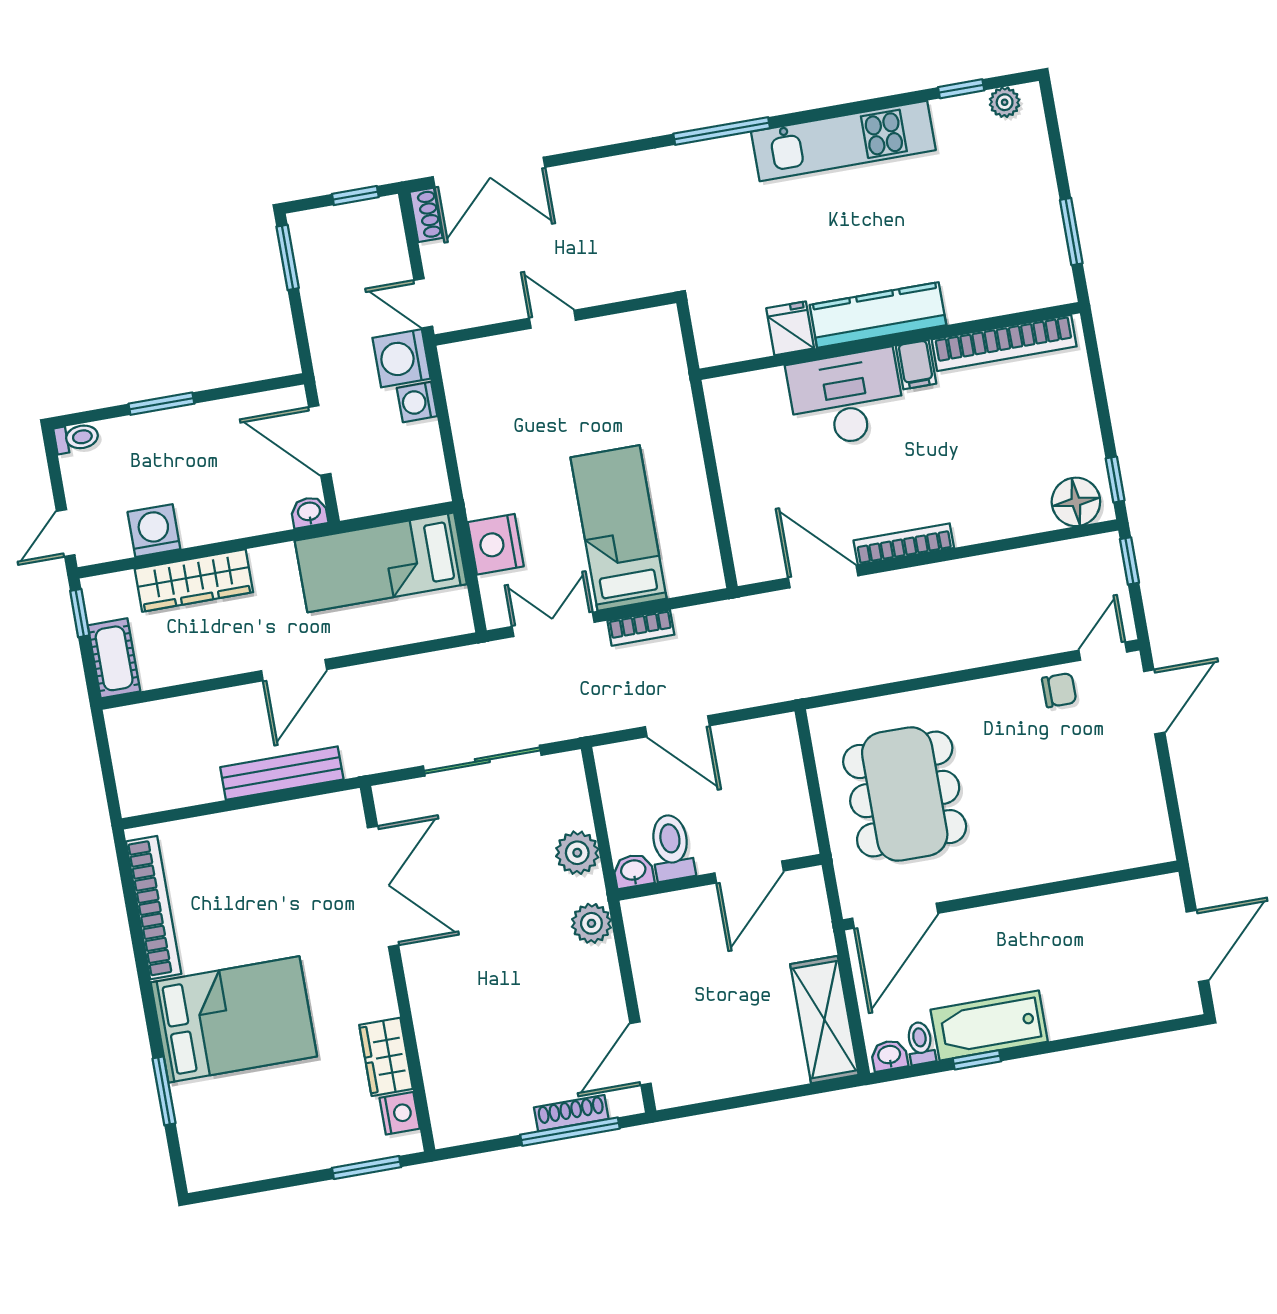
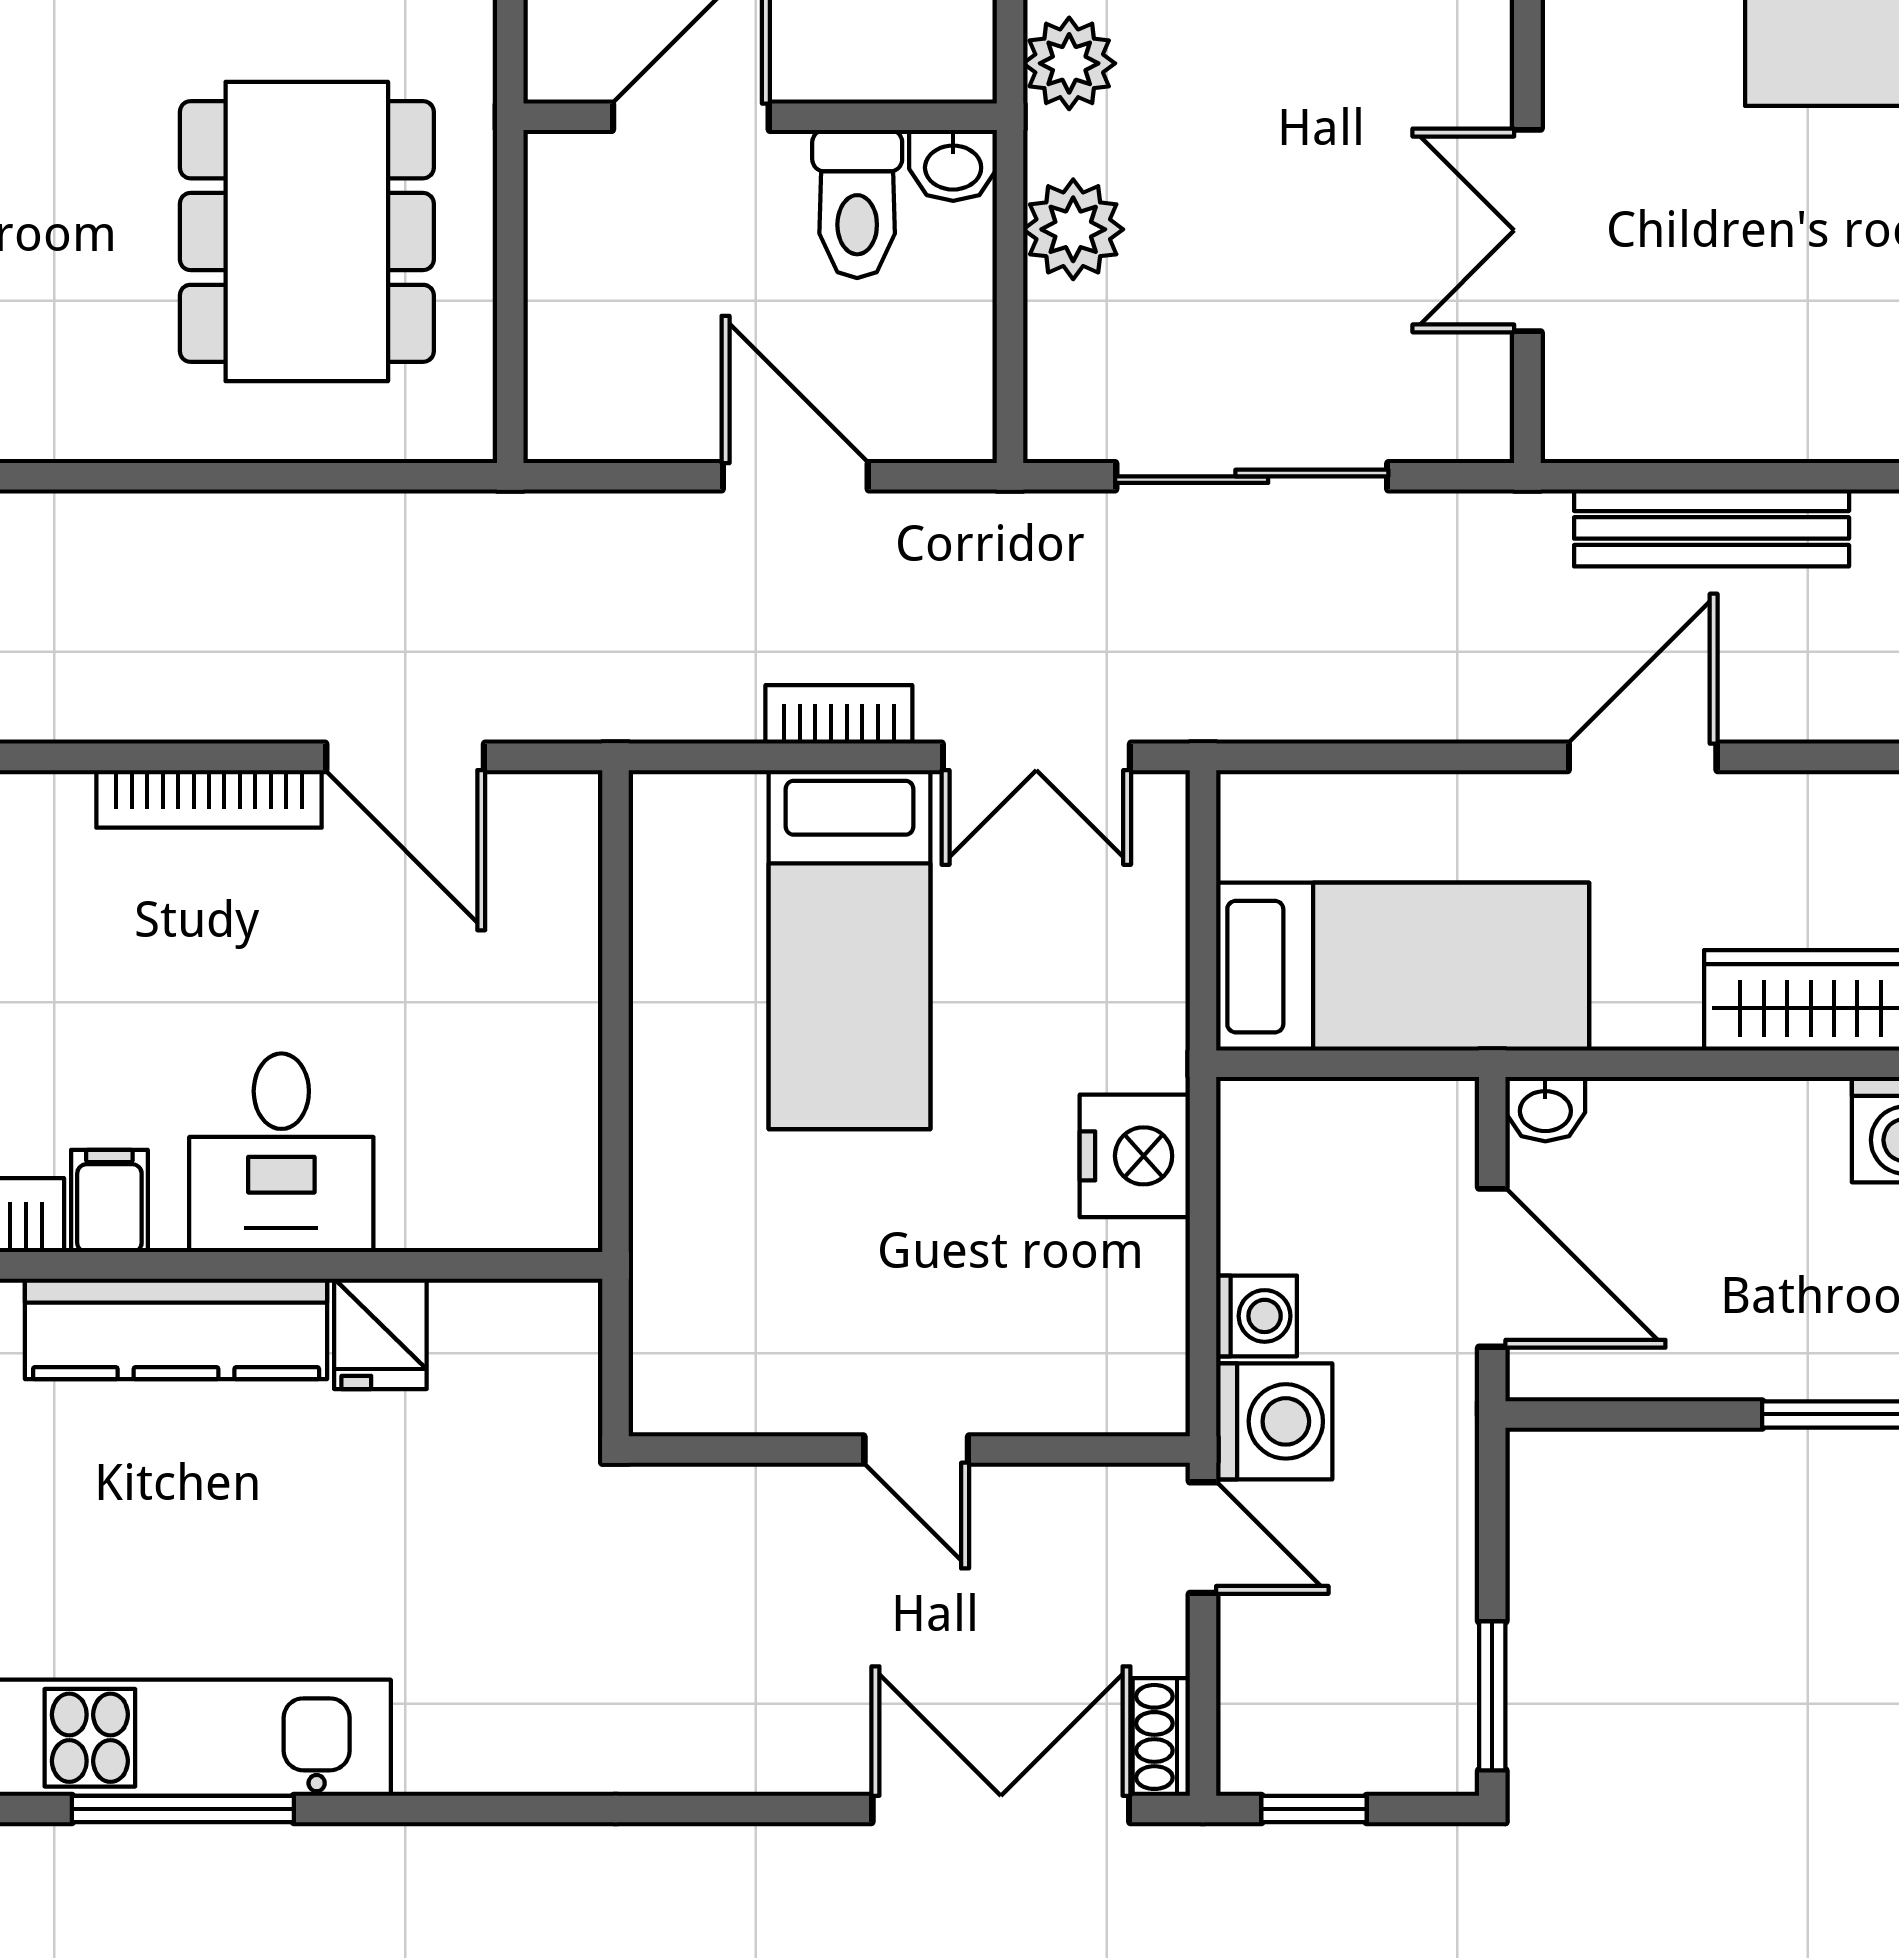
window: (722, 131) -> (183, 1809), moved
desk: (846, 398) -> (281, 1153), width x0.73
nightstand: (496, 544) -> (1135, 1156), moved
double door: (383, 886) -> (1527, 230), width x0.73

